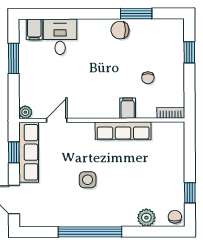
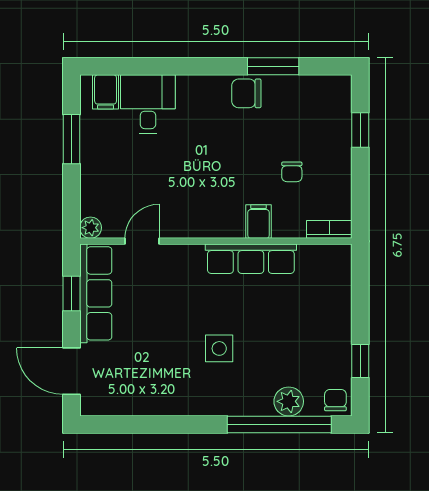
side table: (88, 180) -> (219, 348), moved
window: (90, 232) -> (279, 424), moved

